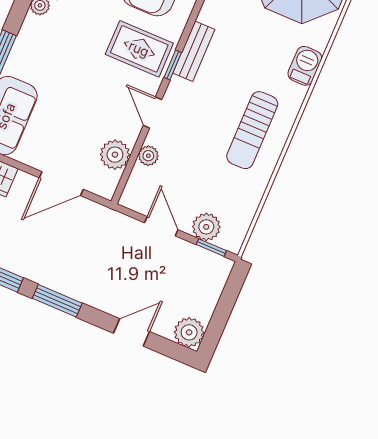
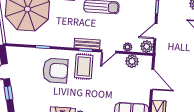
bench: (194, 51) -> (87, 44), moved
plant: (206, 227) -> (147, 47), moved

